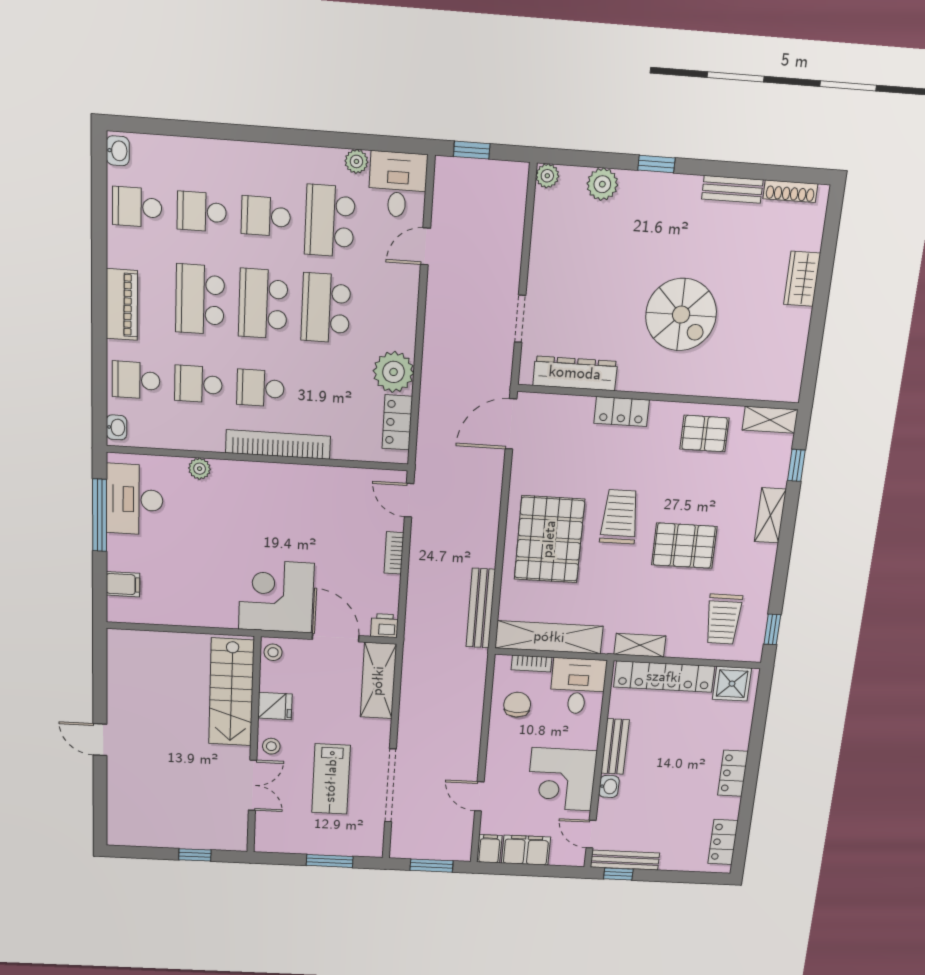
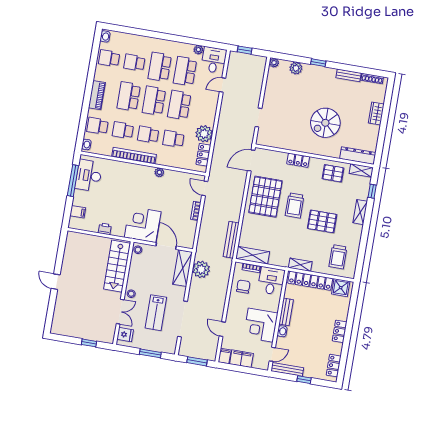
school desk: (266, 216) -> (160, 67), width x1.85
spiral stairs: (681, 315) -> (325, 123), turned 90
dresser: (575, 373) -> (358, 156), moved
school desk: (322, 392) -> (173, 139), added
bookcase: (278, 444) -> (134, 156), moved
plant: (200, 469) -> (159, 172), moved
trolley: (620, 517) -> (295, 205), turned 180
pallet: (549, 539) -> (265, 197), moved
printer: (385, 626) -> (105, 229), moved
window: (772, 629) -> (360, 264), removed
shelving: (549, 637) -> (253, 255), width x0.68
plant: (420, 679) -> (201, 269), added
fridge: (275, 706) -> (125, 335), moved
door: (591, 834) -> (272, 354), swing flipped
window: (618, 874) -> (304, 380), moved

